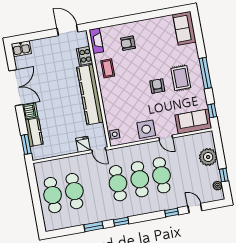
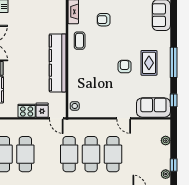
cooker: (85, 56) -> (27, 111), moved, turned 90
side table: (146, 129) -> (106, 107), removed
plant: (208, 157) -> (166, 141), width x0.53, depth x0.53

